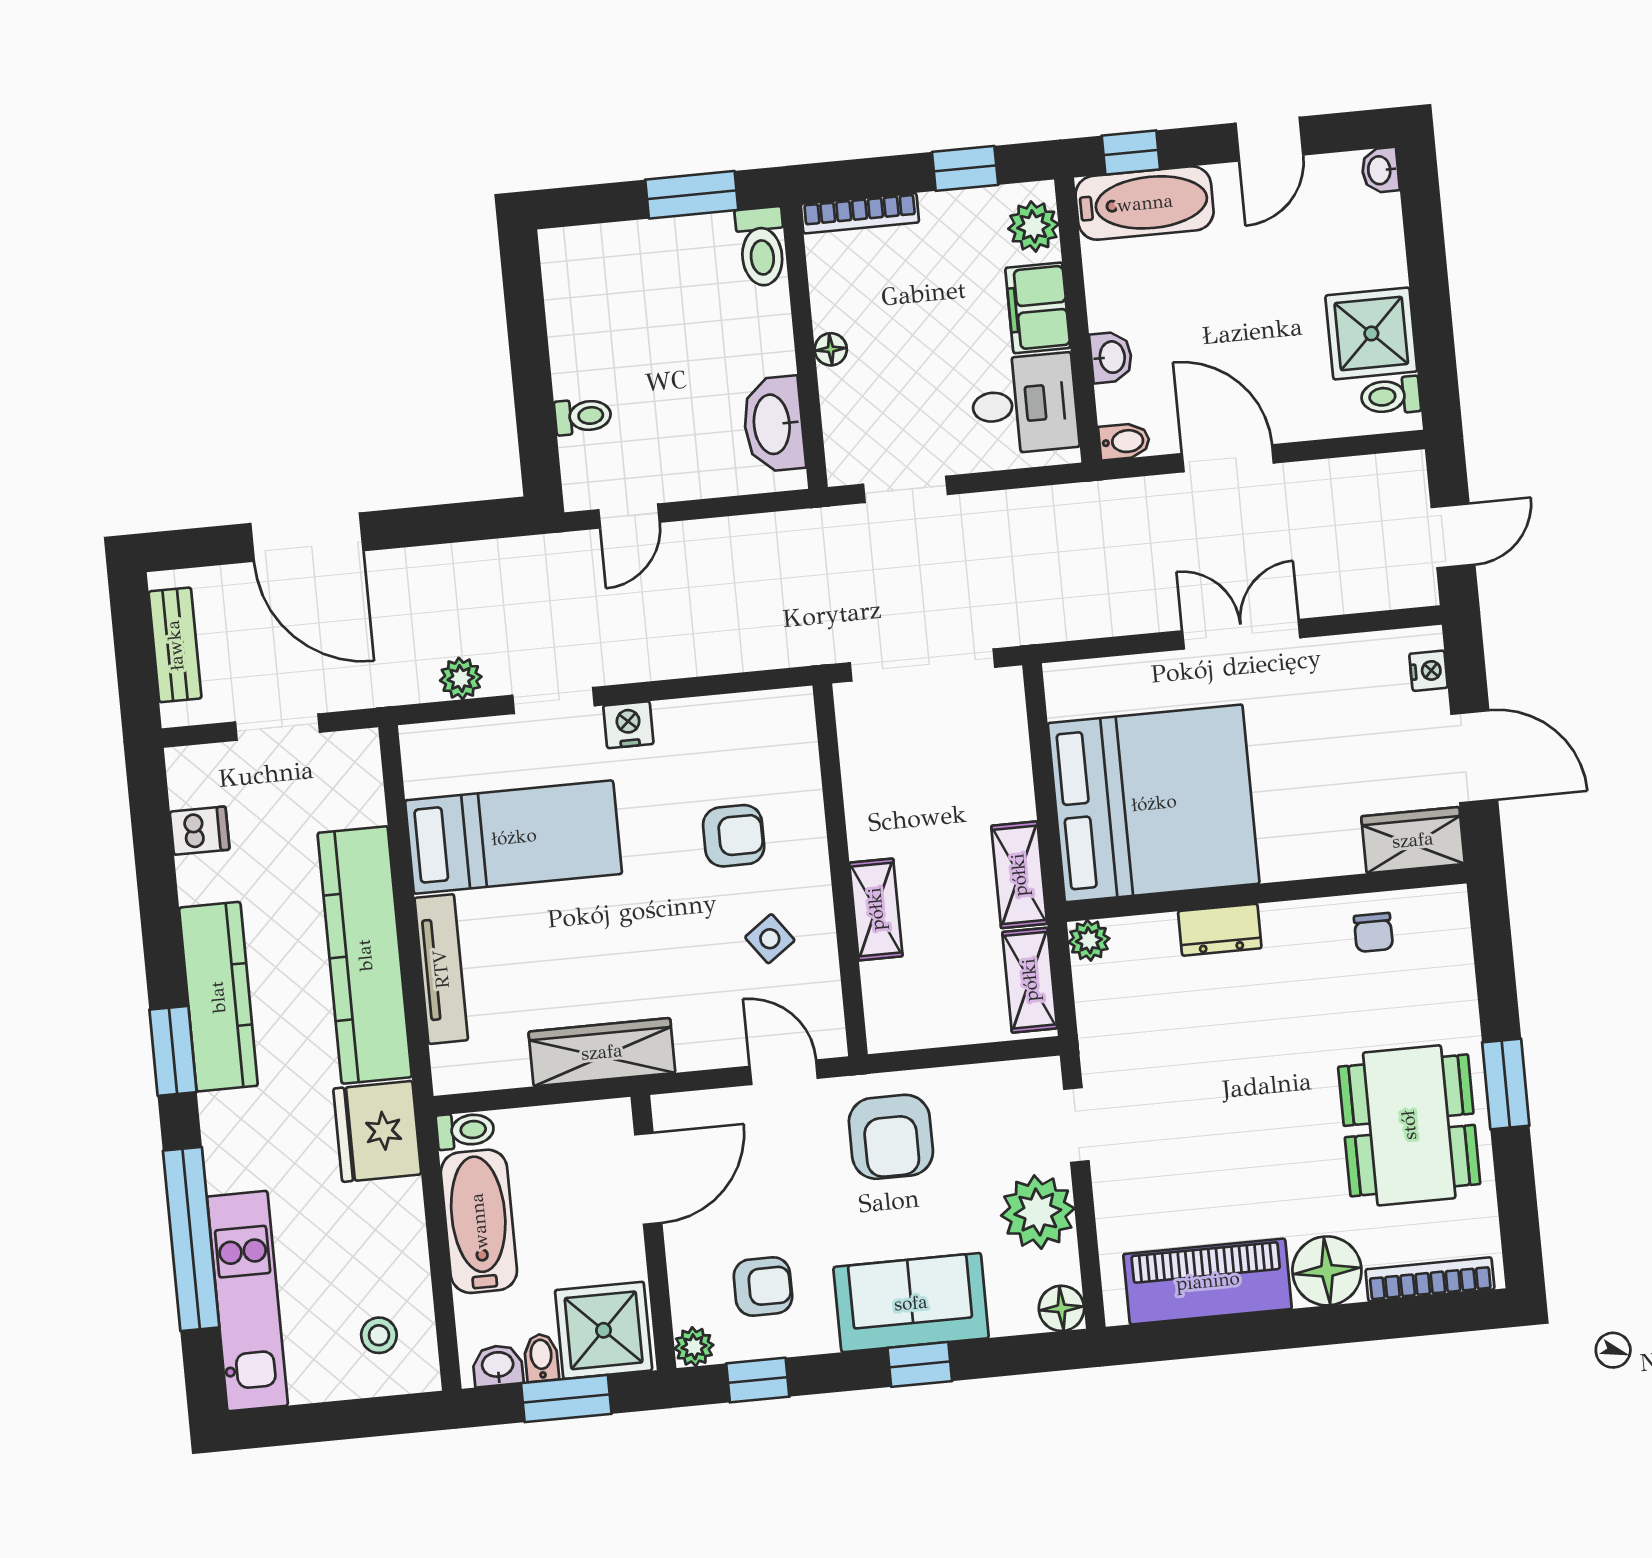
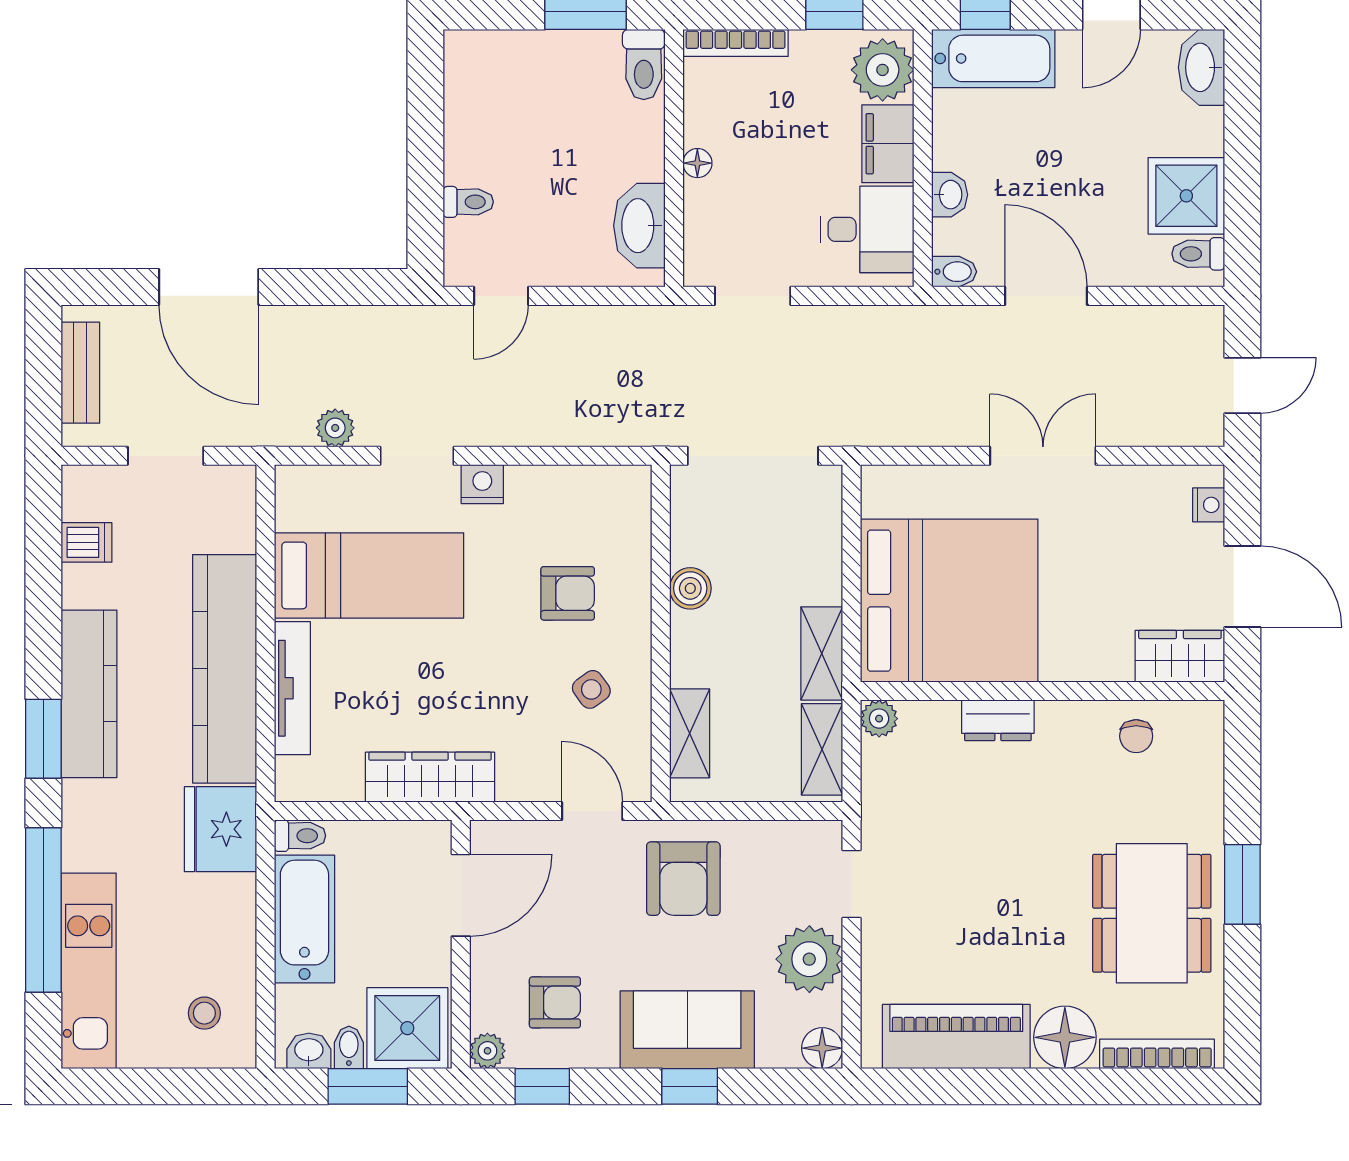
washbasin: (1380, 170) -> (1201, 67), width x1.91, depth x1.45
plant: (1033, 226) -> (883, 70), width x1.36, depth x1.36
boiler: (868, 817) -> (690, 588), added
shelving: (876, 909) -> (690, 733), moved

